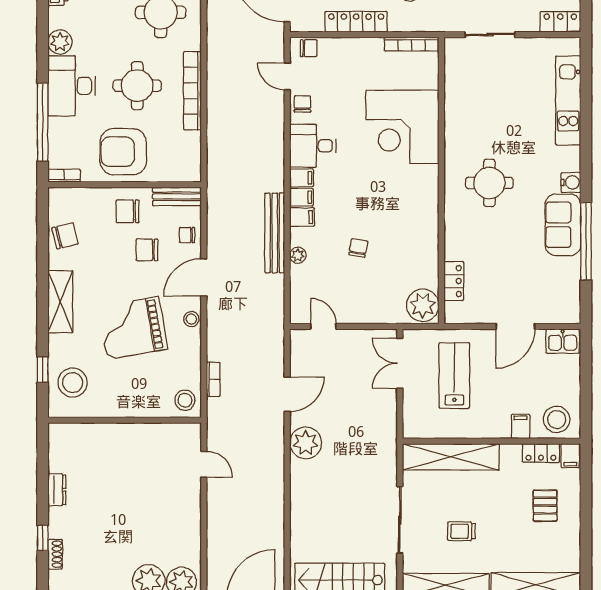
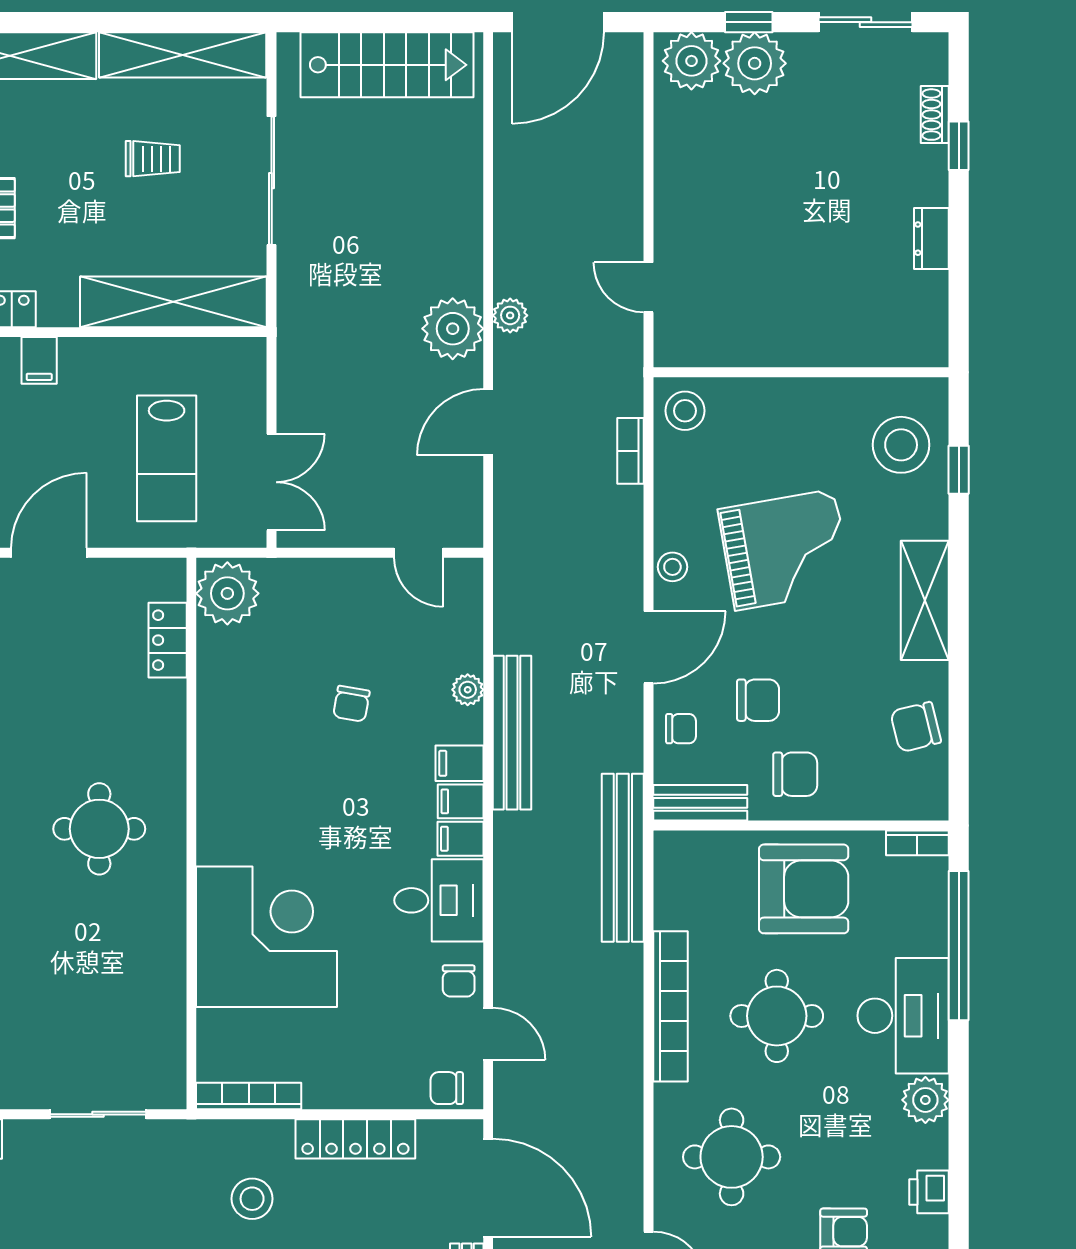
bench: (217, 168) -> (623, 858), added
plant: (276, 450) -> (510, 315), added

